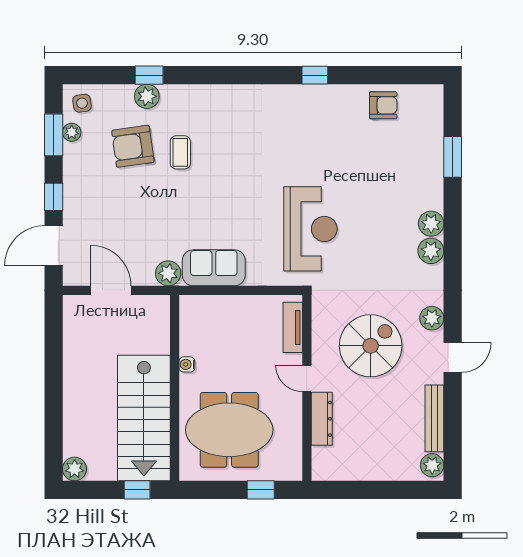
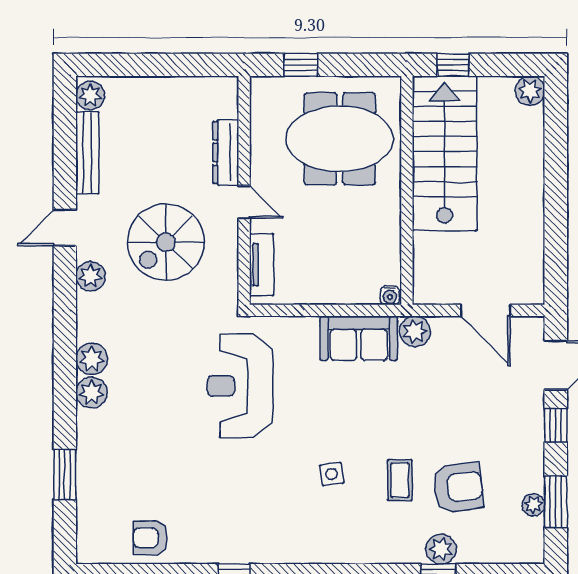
side table: (82, 103) -> (332, 474), moved
water cooler: (187, 364) -> (390, 295), moved, turned 90

